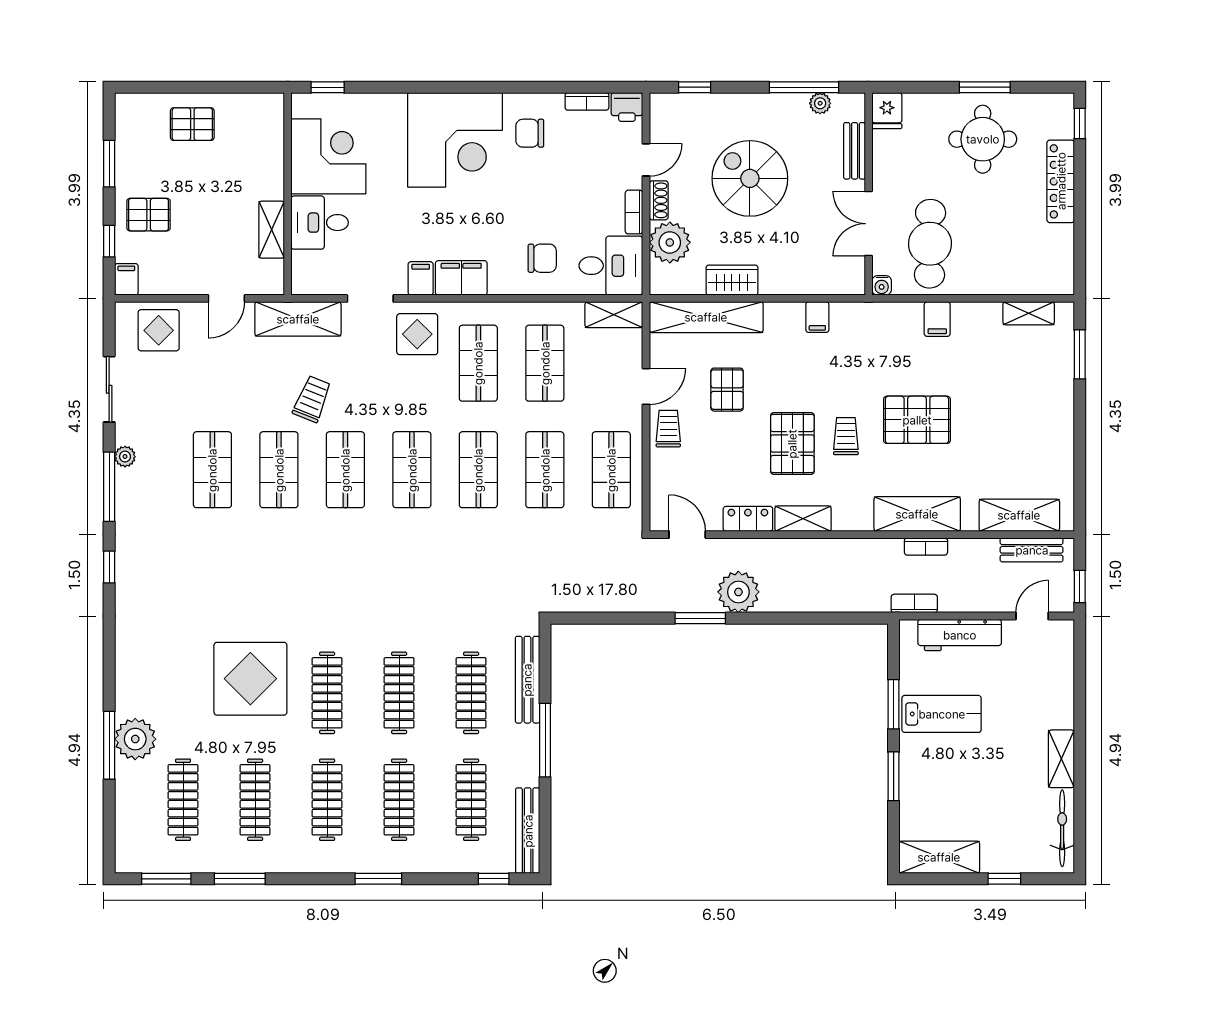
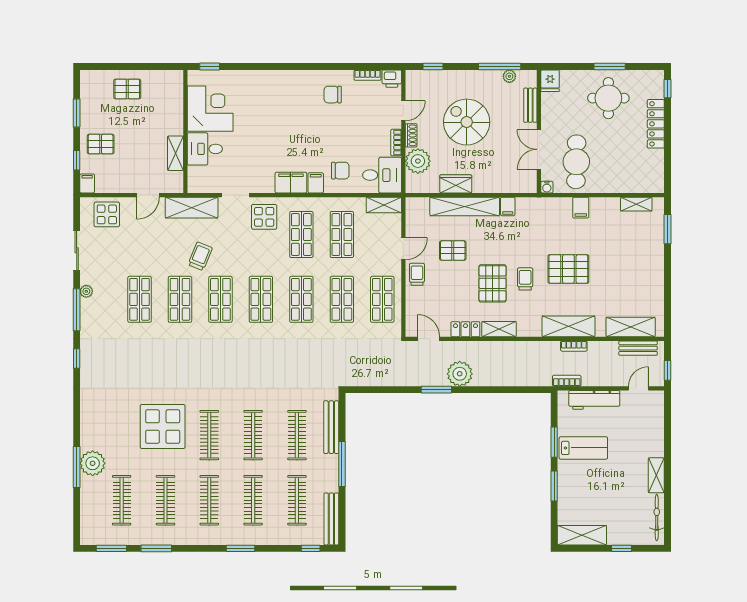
corner desk: (455, 140) -> (287, 99), removed
filing cabinet: (421, 278) -> (316, 183), moved
shelving: (706, 317) -> (465, 206), moved
pallet: (727, 390) -> (453, 251), turned 90

